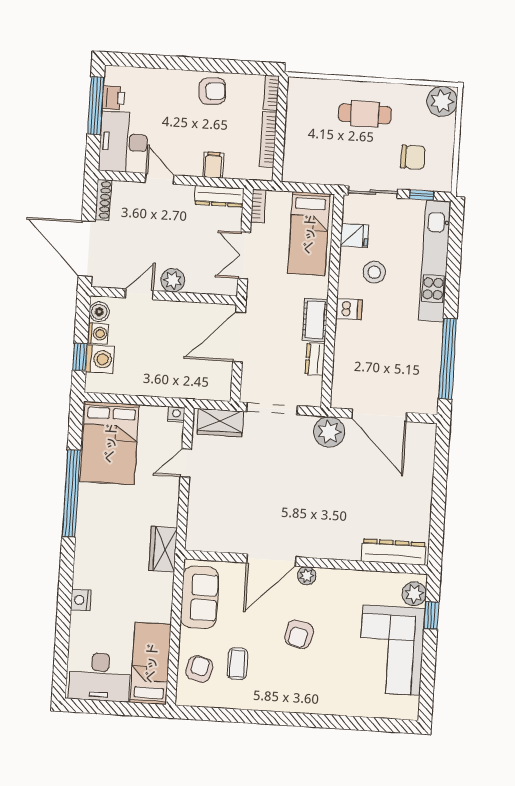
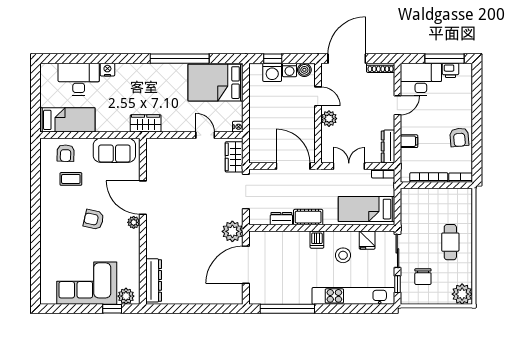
armchair: (199, 669) -> (66, 153), turned 78
desk: (100, 677) -> (79, 79), moved, turned 90

